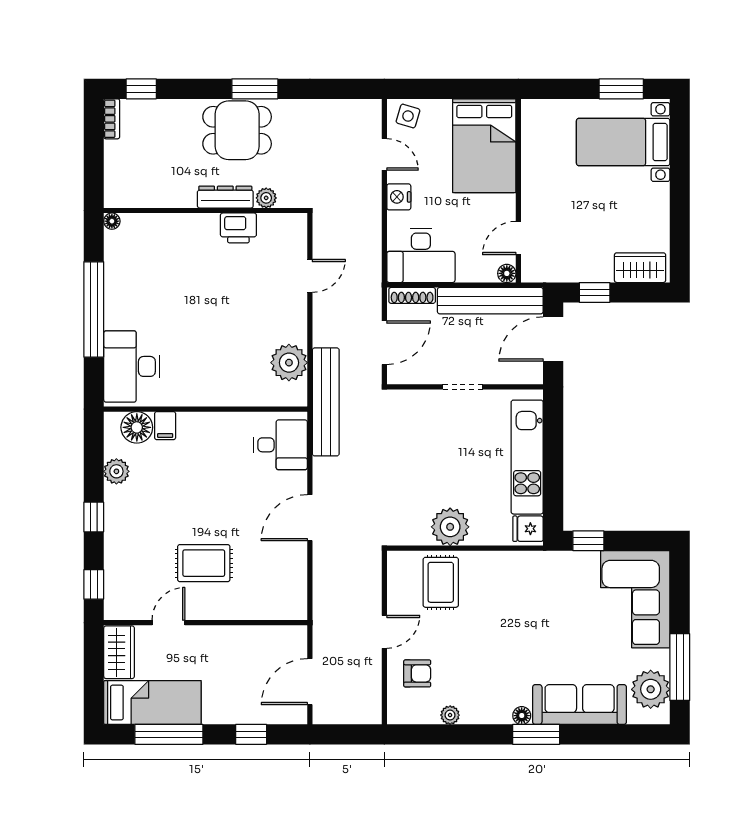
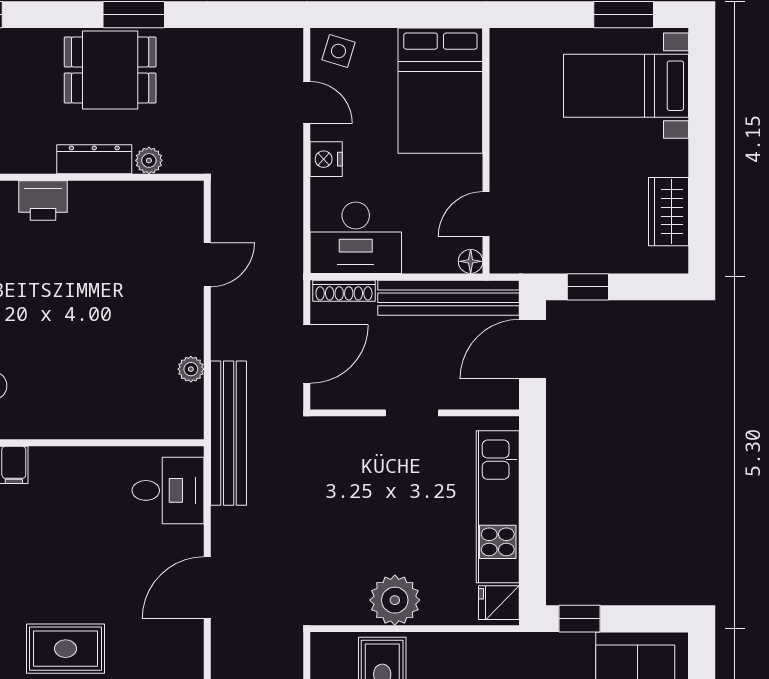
printer: (238, 228) -> (43, 201), moved
wardrobe: (640, 268) -> (669, 212), moved, turned -90
plant: (289, 363) -> (191, 369), width x0.53, depth x0.53

